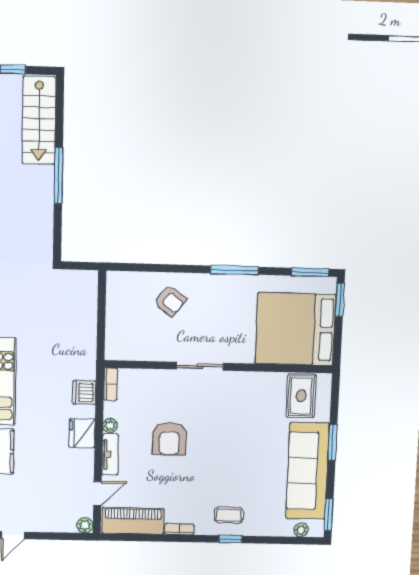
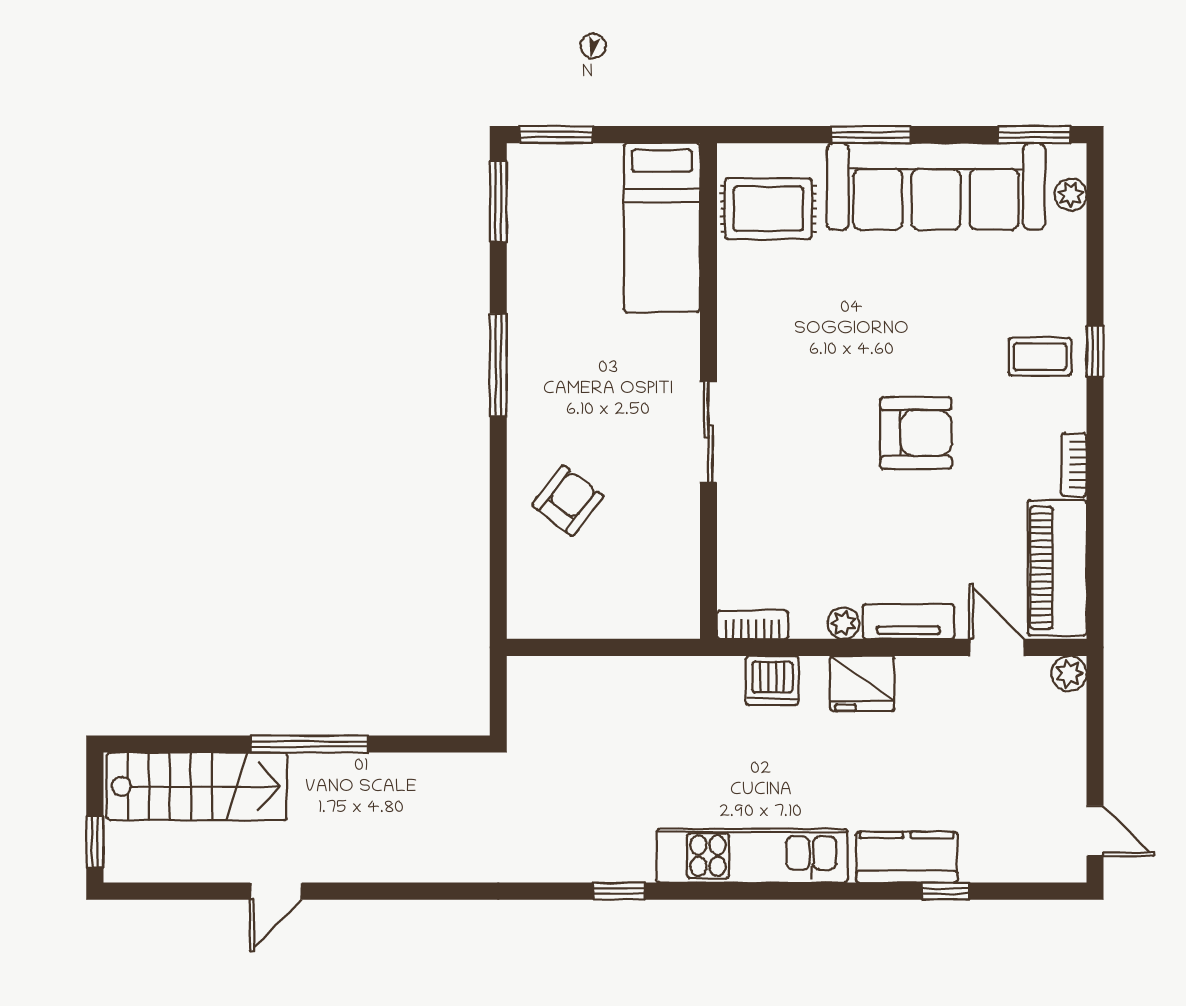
bed: (296, 329) -> (662, 228), width x0.49
armchair: (169, 439) -> (916, 433), moved
coffee table: (229, 515) -> (1040, 357), turned 90

